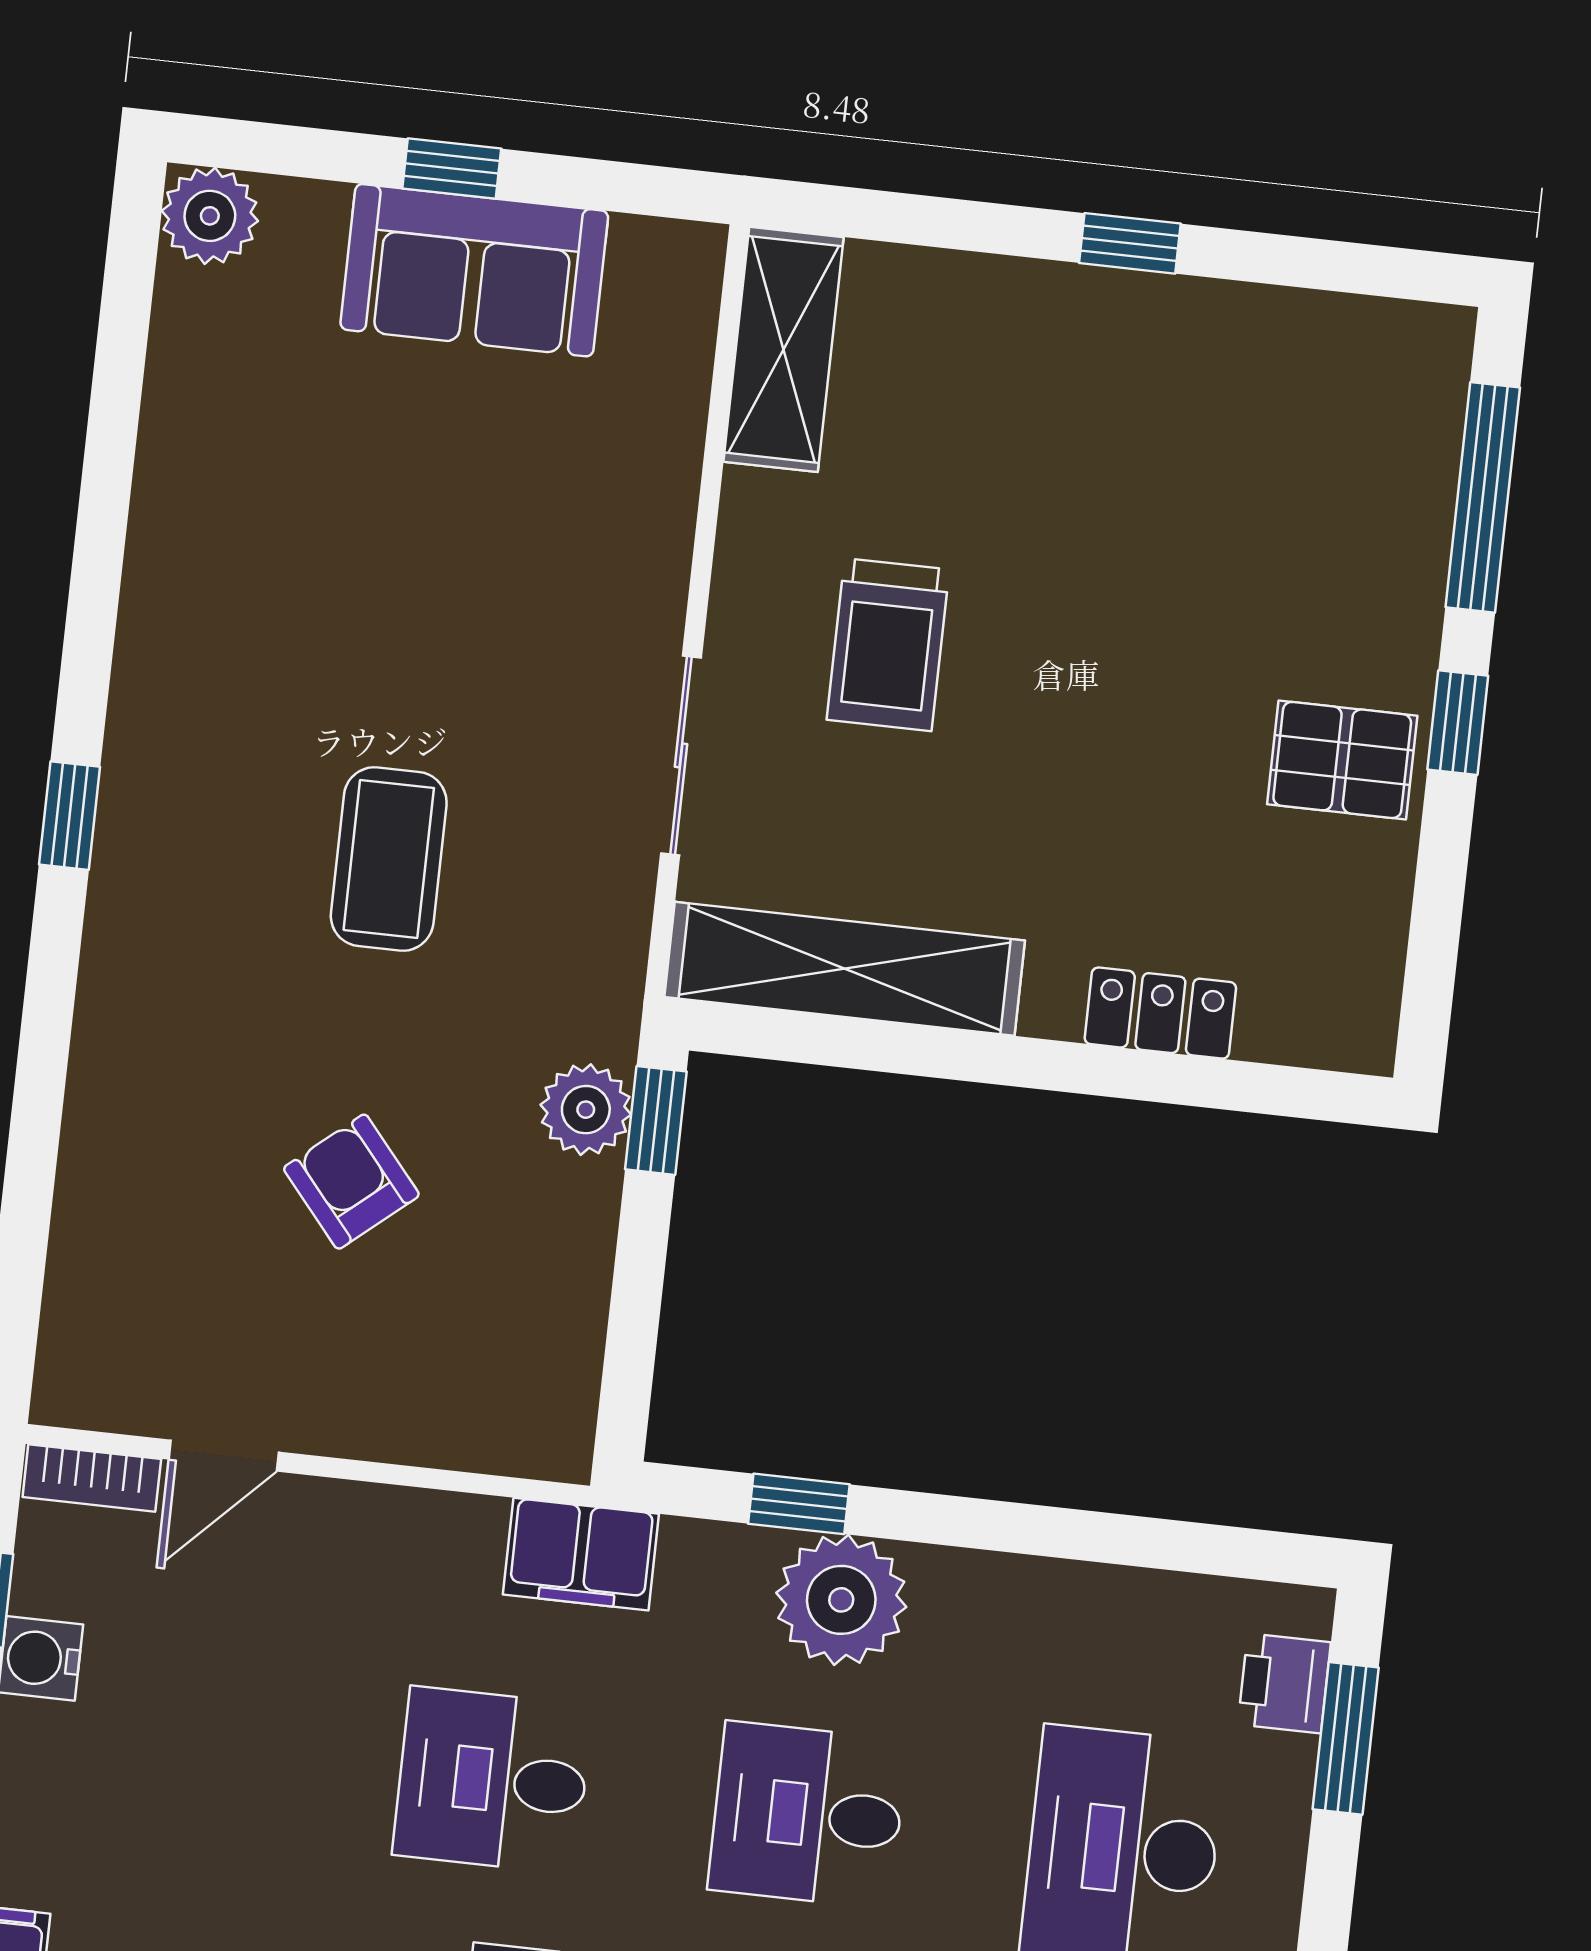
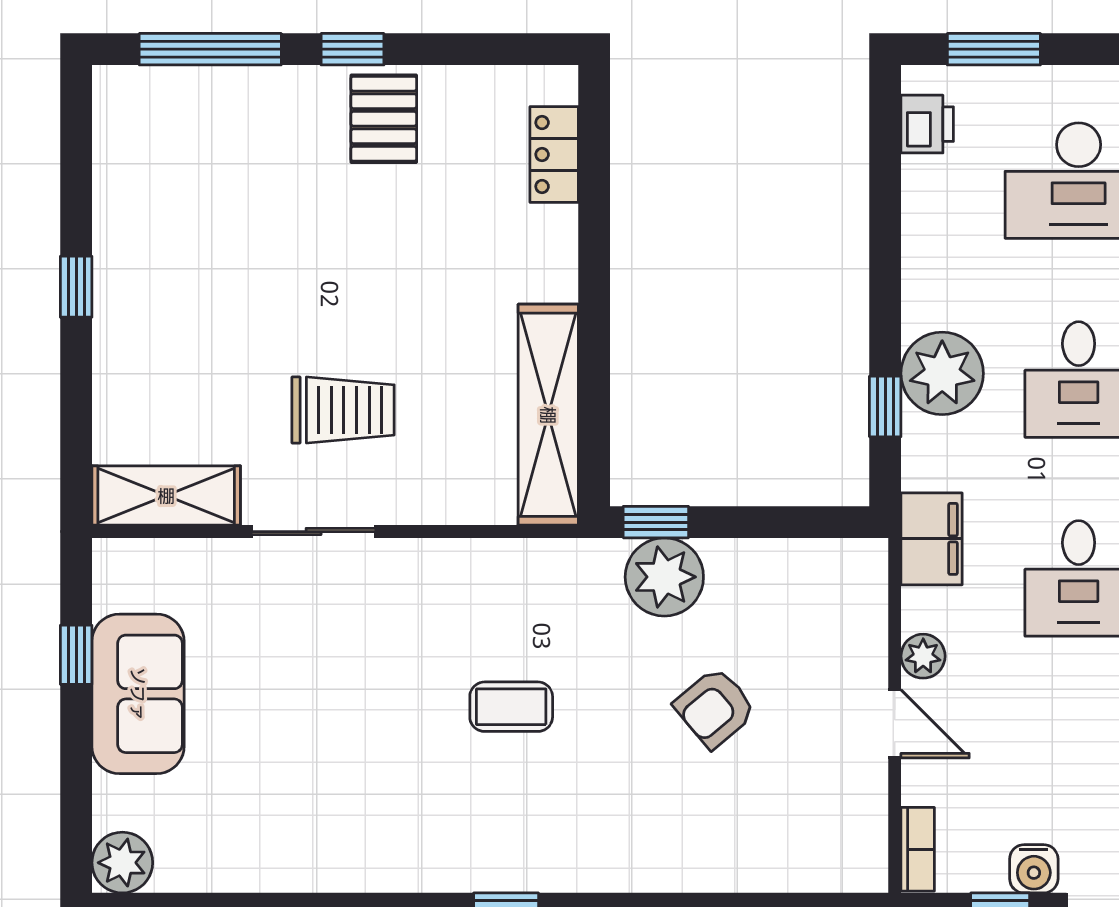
window: (452, 168) -> (76, 655), moved
sliding door: (681, 755) -> (314, 532), moved
coffee table: (389, 859) -> (511, 707), width x0.73, depth x0.77
locker: (1160, 1013) -> (554, 154), moved
plant: (586, 1110) -> (664, 577), width x1.36, depth x1.36
door: (224, 1456) -> (895, 724), moved
plant: (397, 1520) -> (923, 656), added
printer: (1284, 1683) -> (927, 124), moved, turned -90

